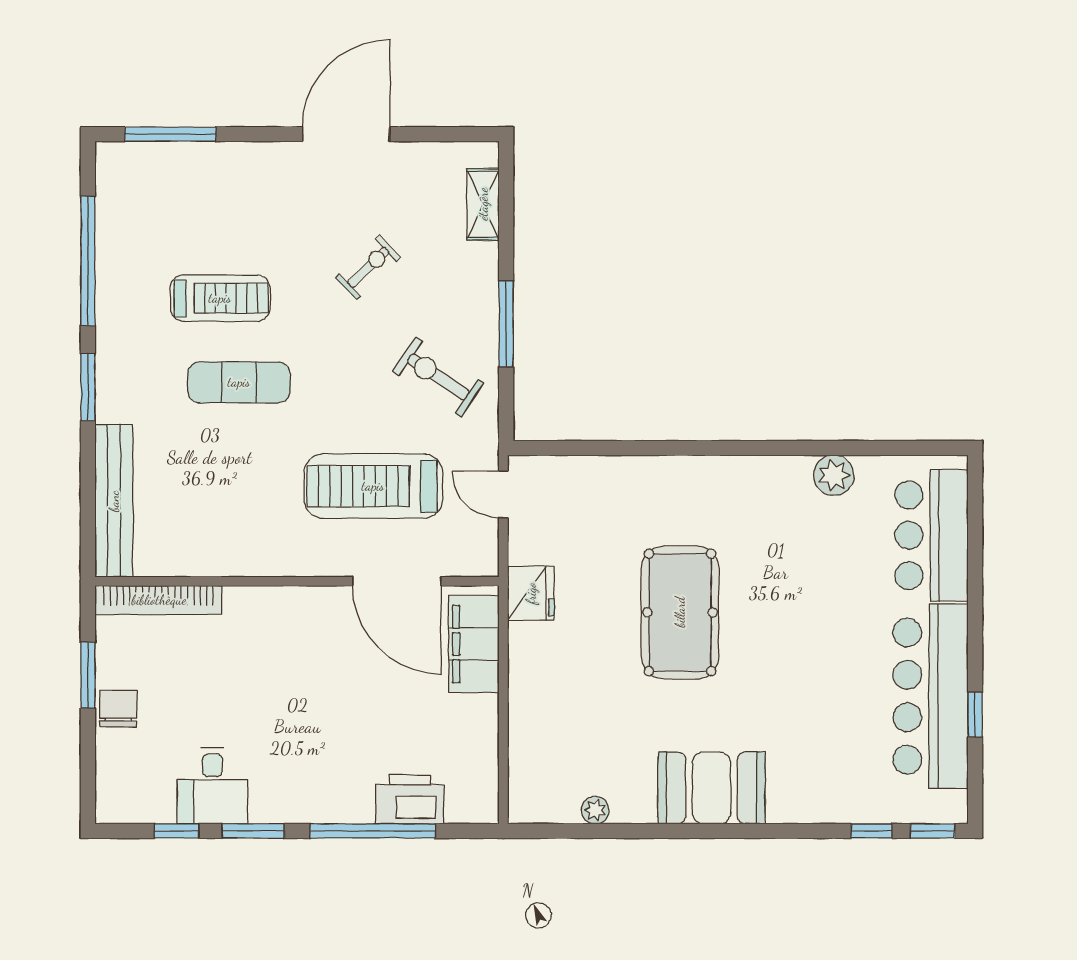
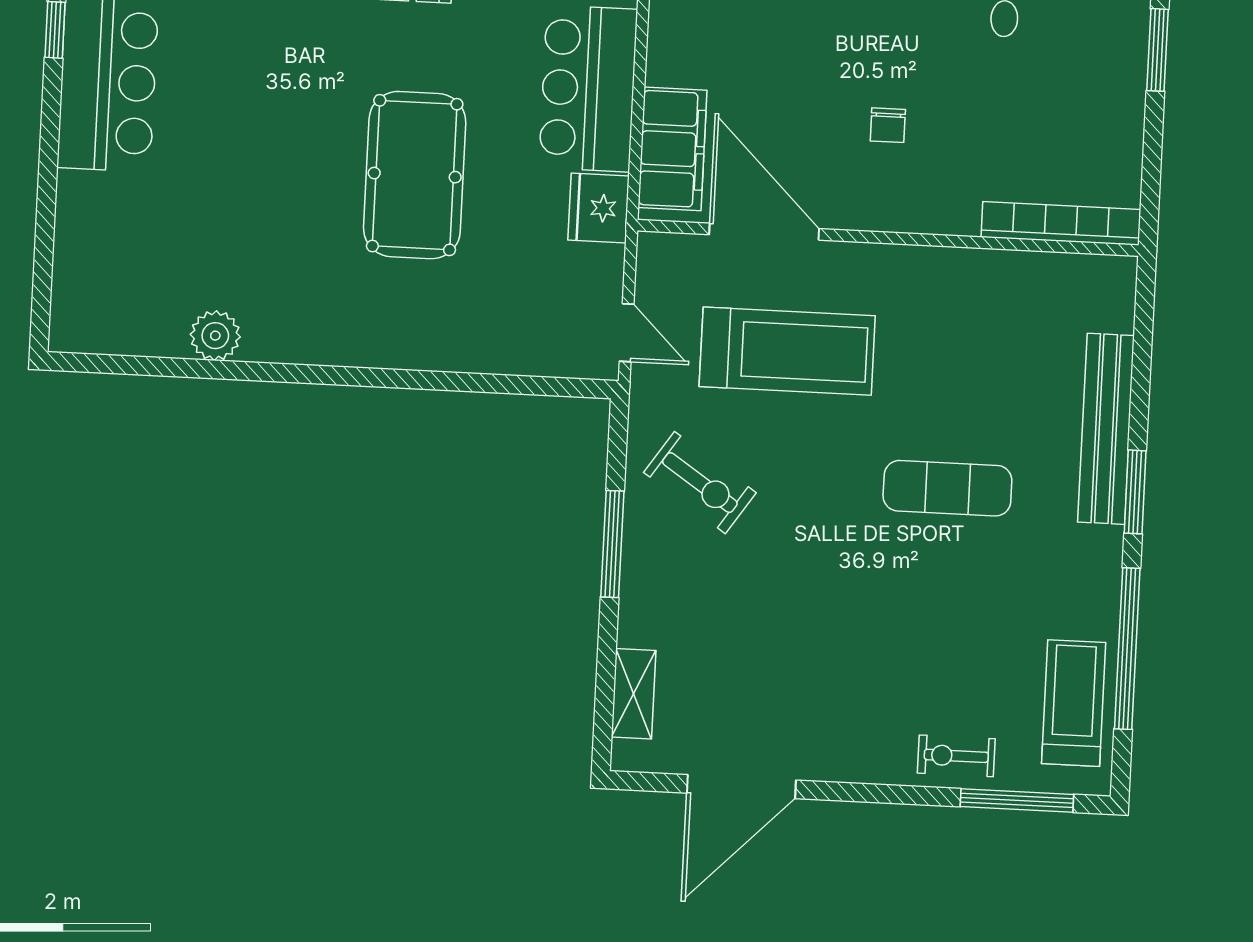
door: (346, 134) -> (741, 787), moved
exercise bike: (368, 267) -> (956, 756), moved, turned 44
treadmill: (220, 298) -> (1074, 703), moved, turned 90
bench: (114, 501) -> (1106, 429), moved
bar counter: (932, 535) -> (588, 88), moved, turned 180
window: (88, 675) -> (1158, 50), moved
chair: (118, 709) -> (888, 125), moved, width x0.73, depth x0.73

